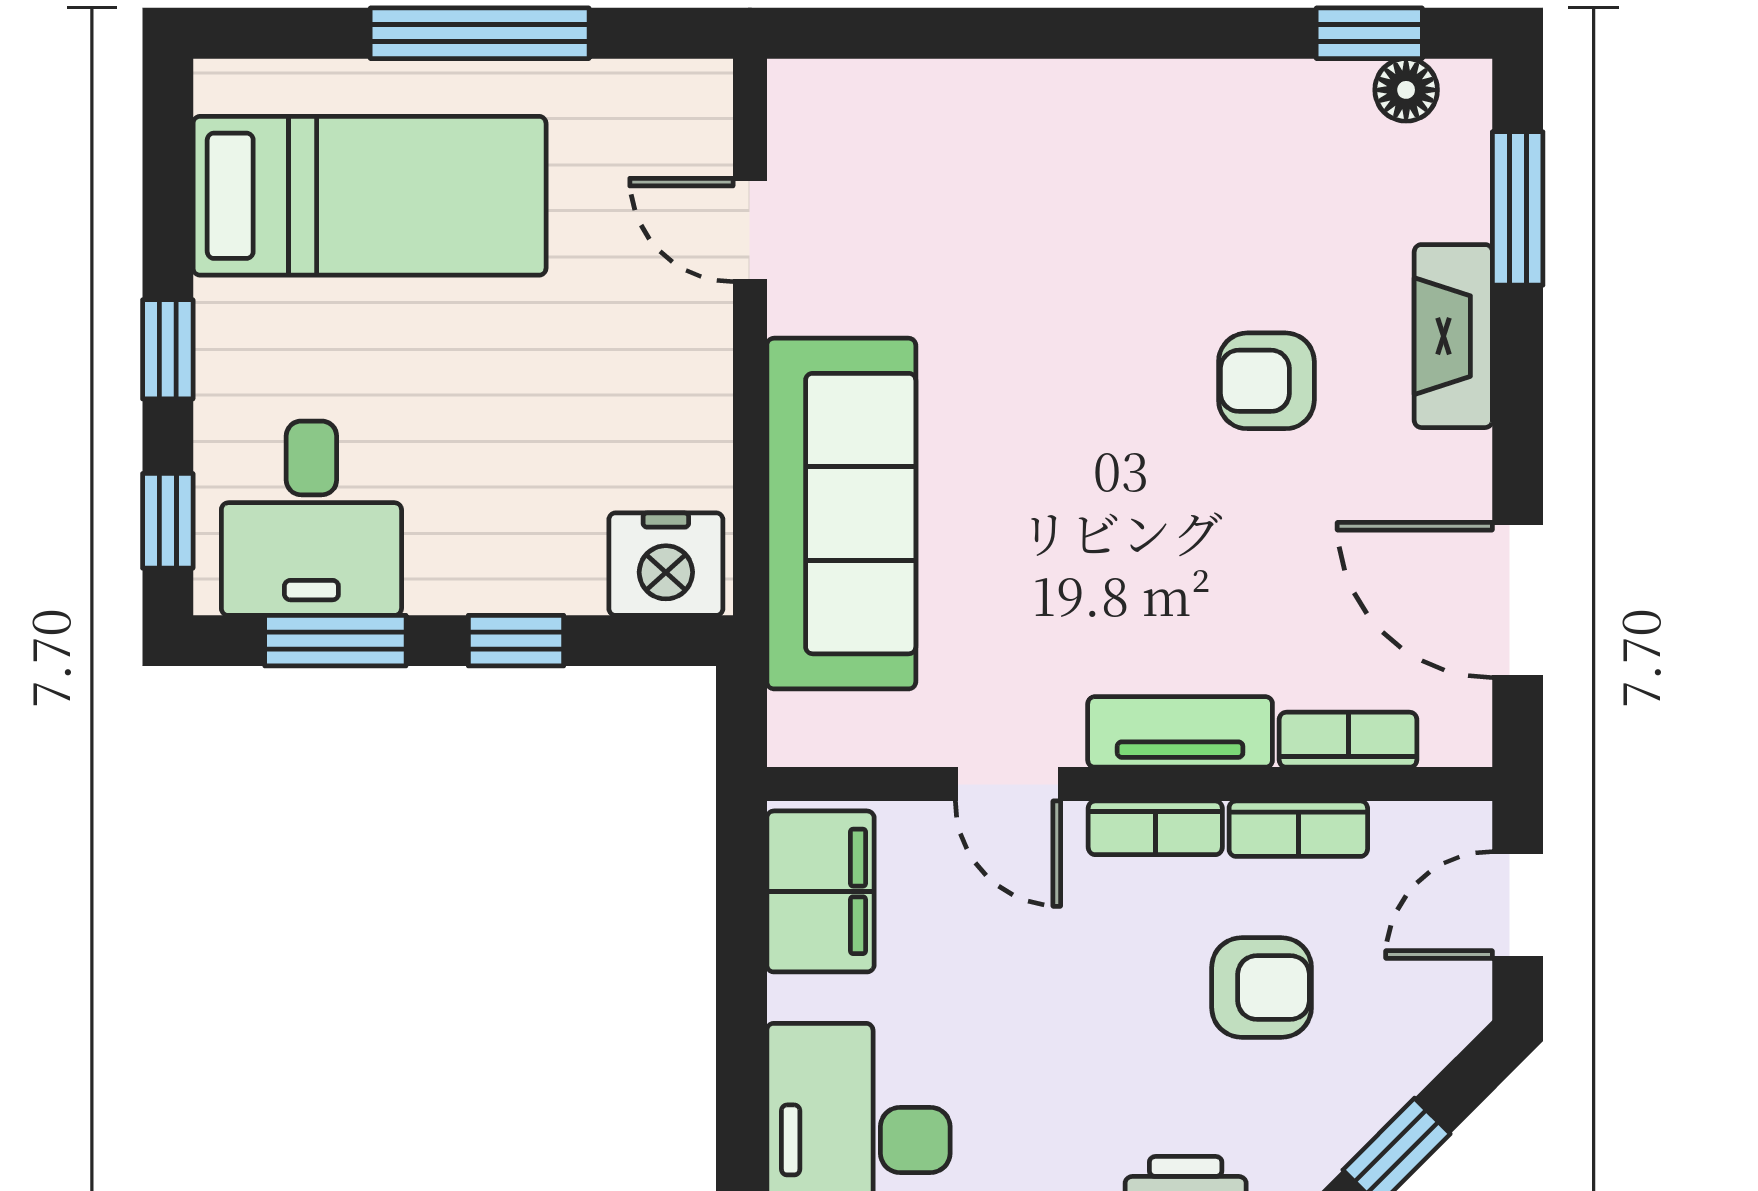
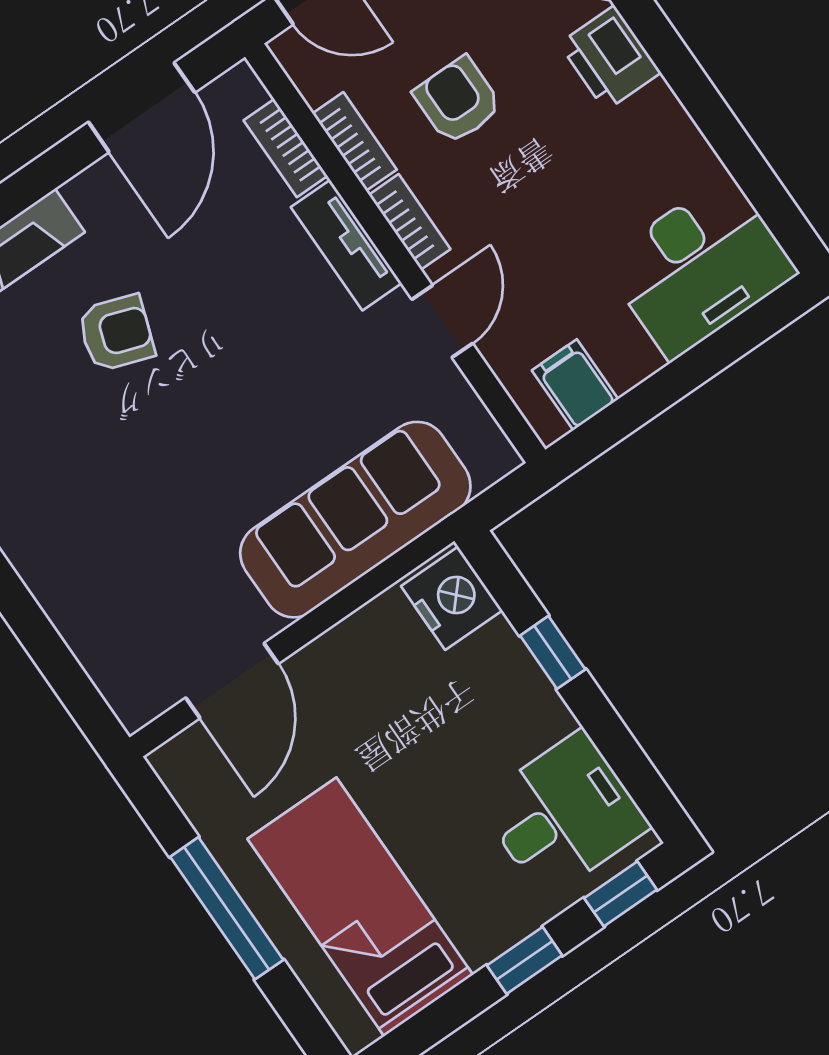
door: (750, 230) -> (232, 681), width x1.37
armchair: (1266, 381) -> (116, 333), turned -71
window: (335, 641) -> (623, 754), removed
filing cabinet: (820, 891) -> (575, 385), width x0.50

